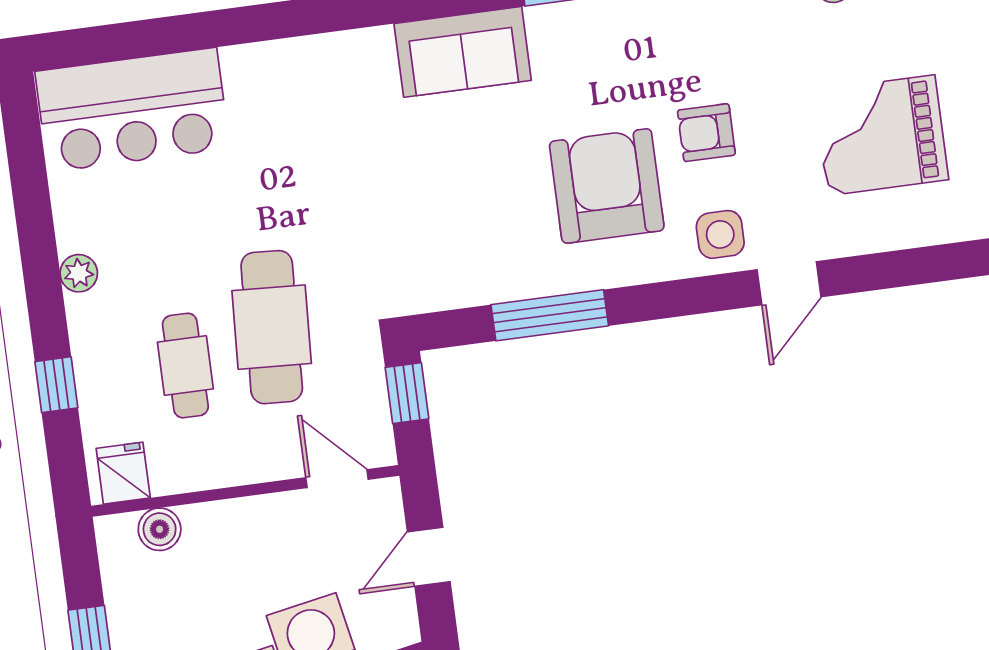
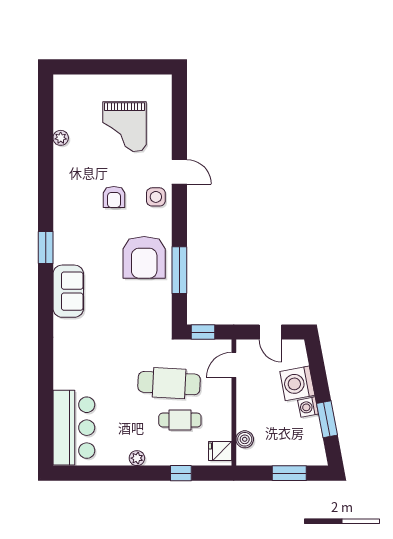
armchair: (607, 186) -> (144, 257), moved, turned -90

